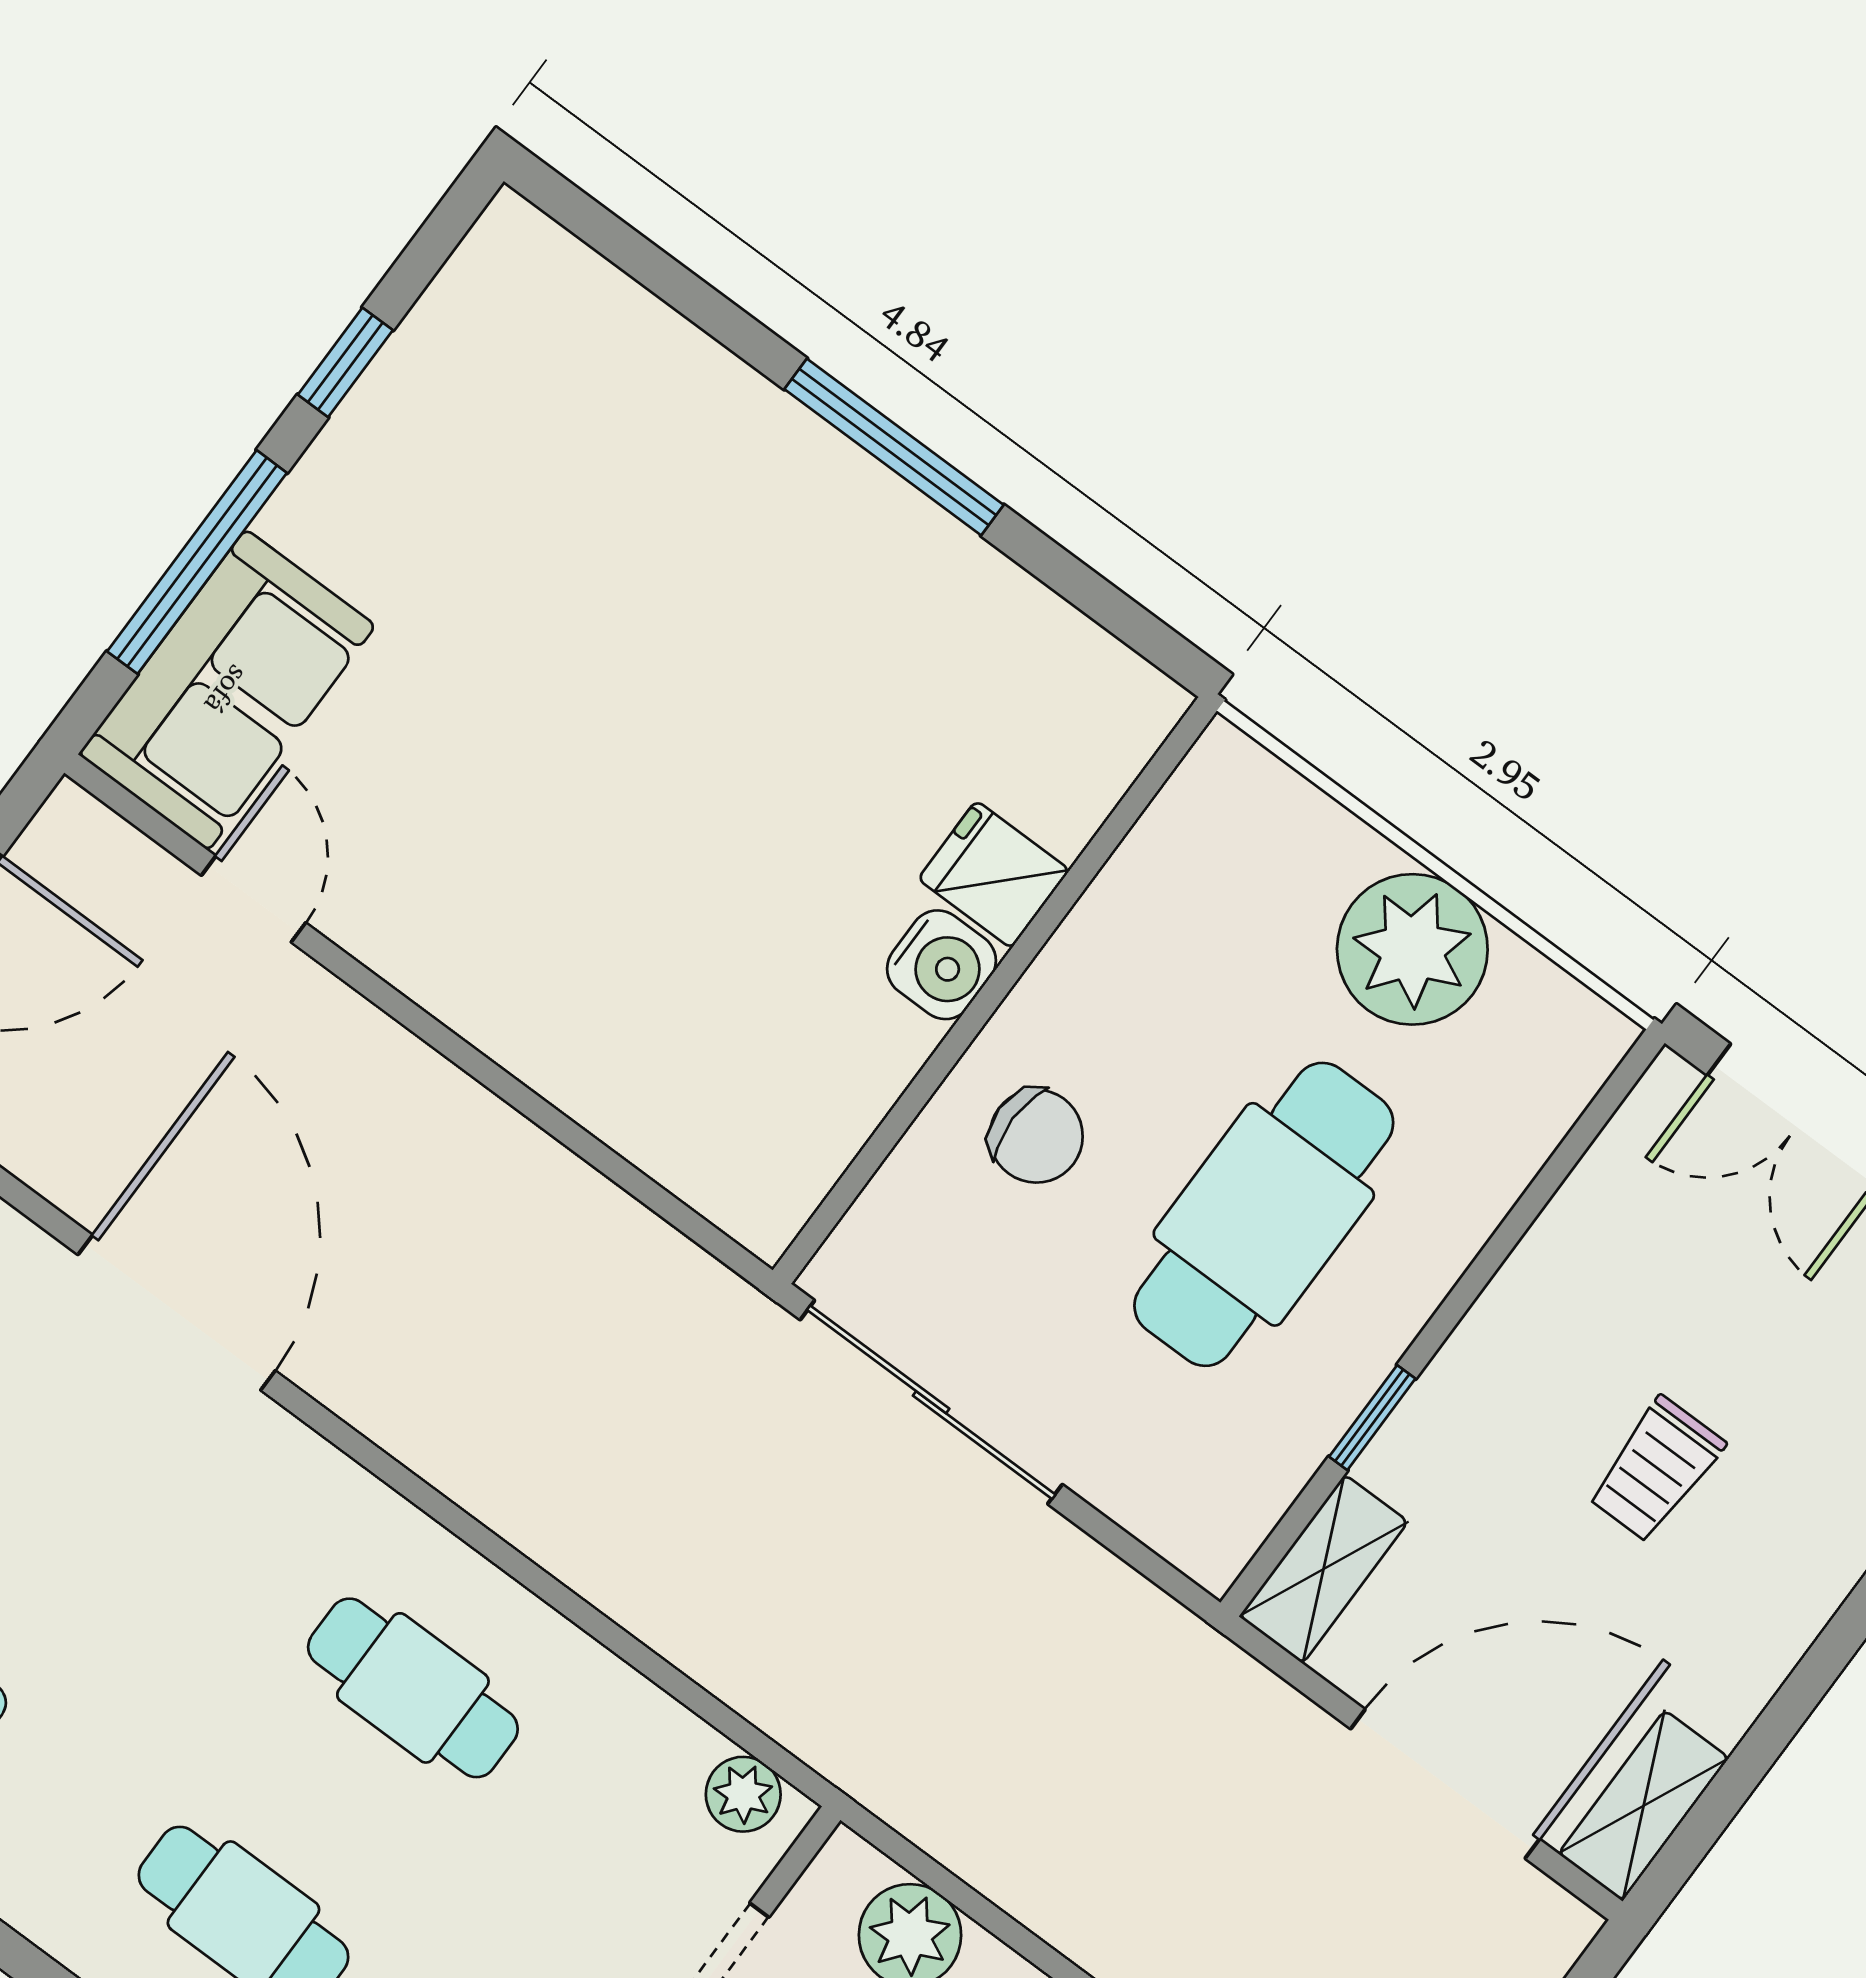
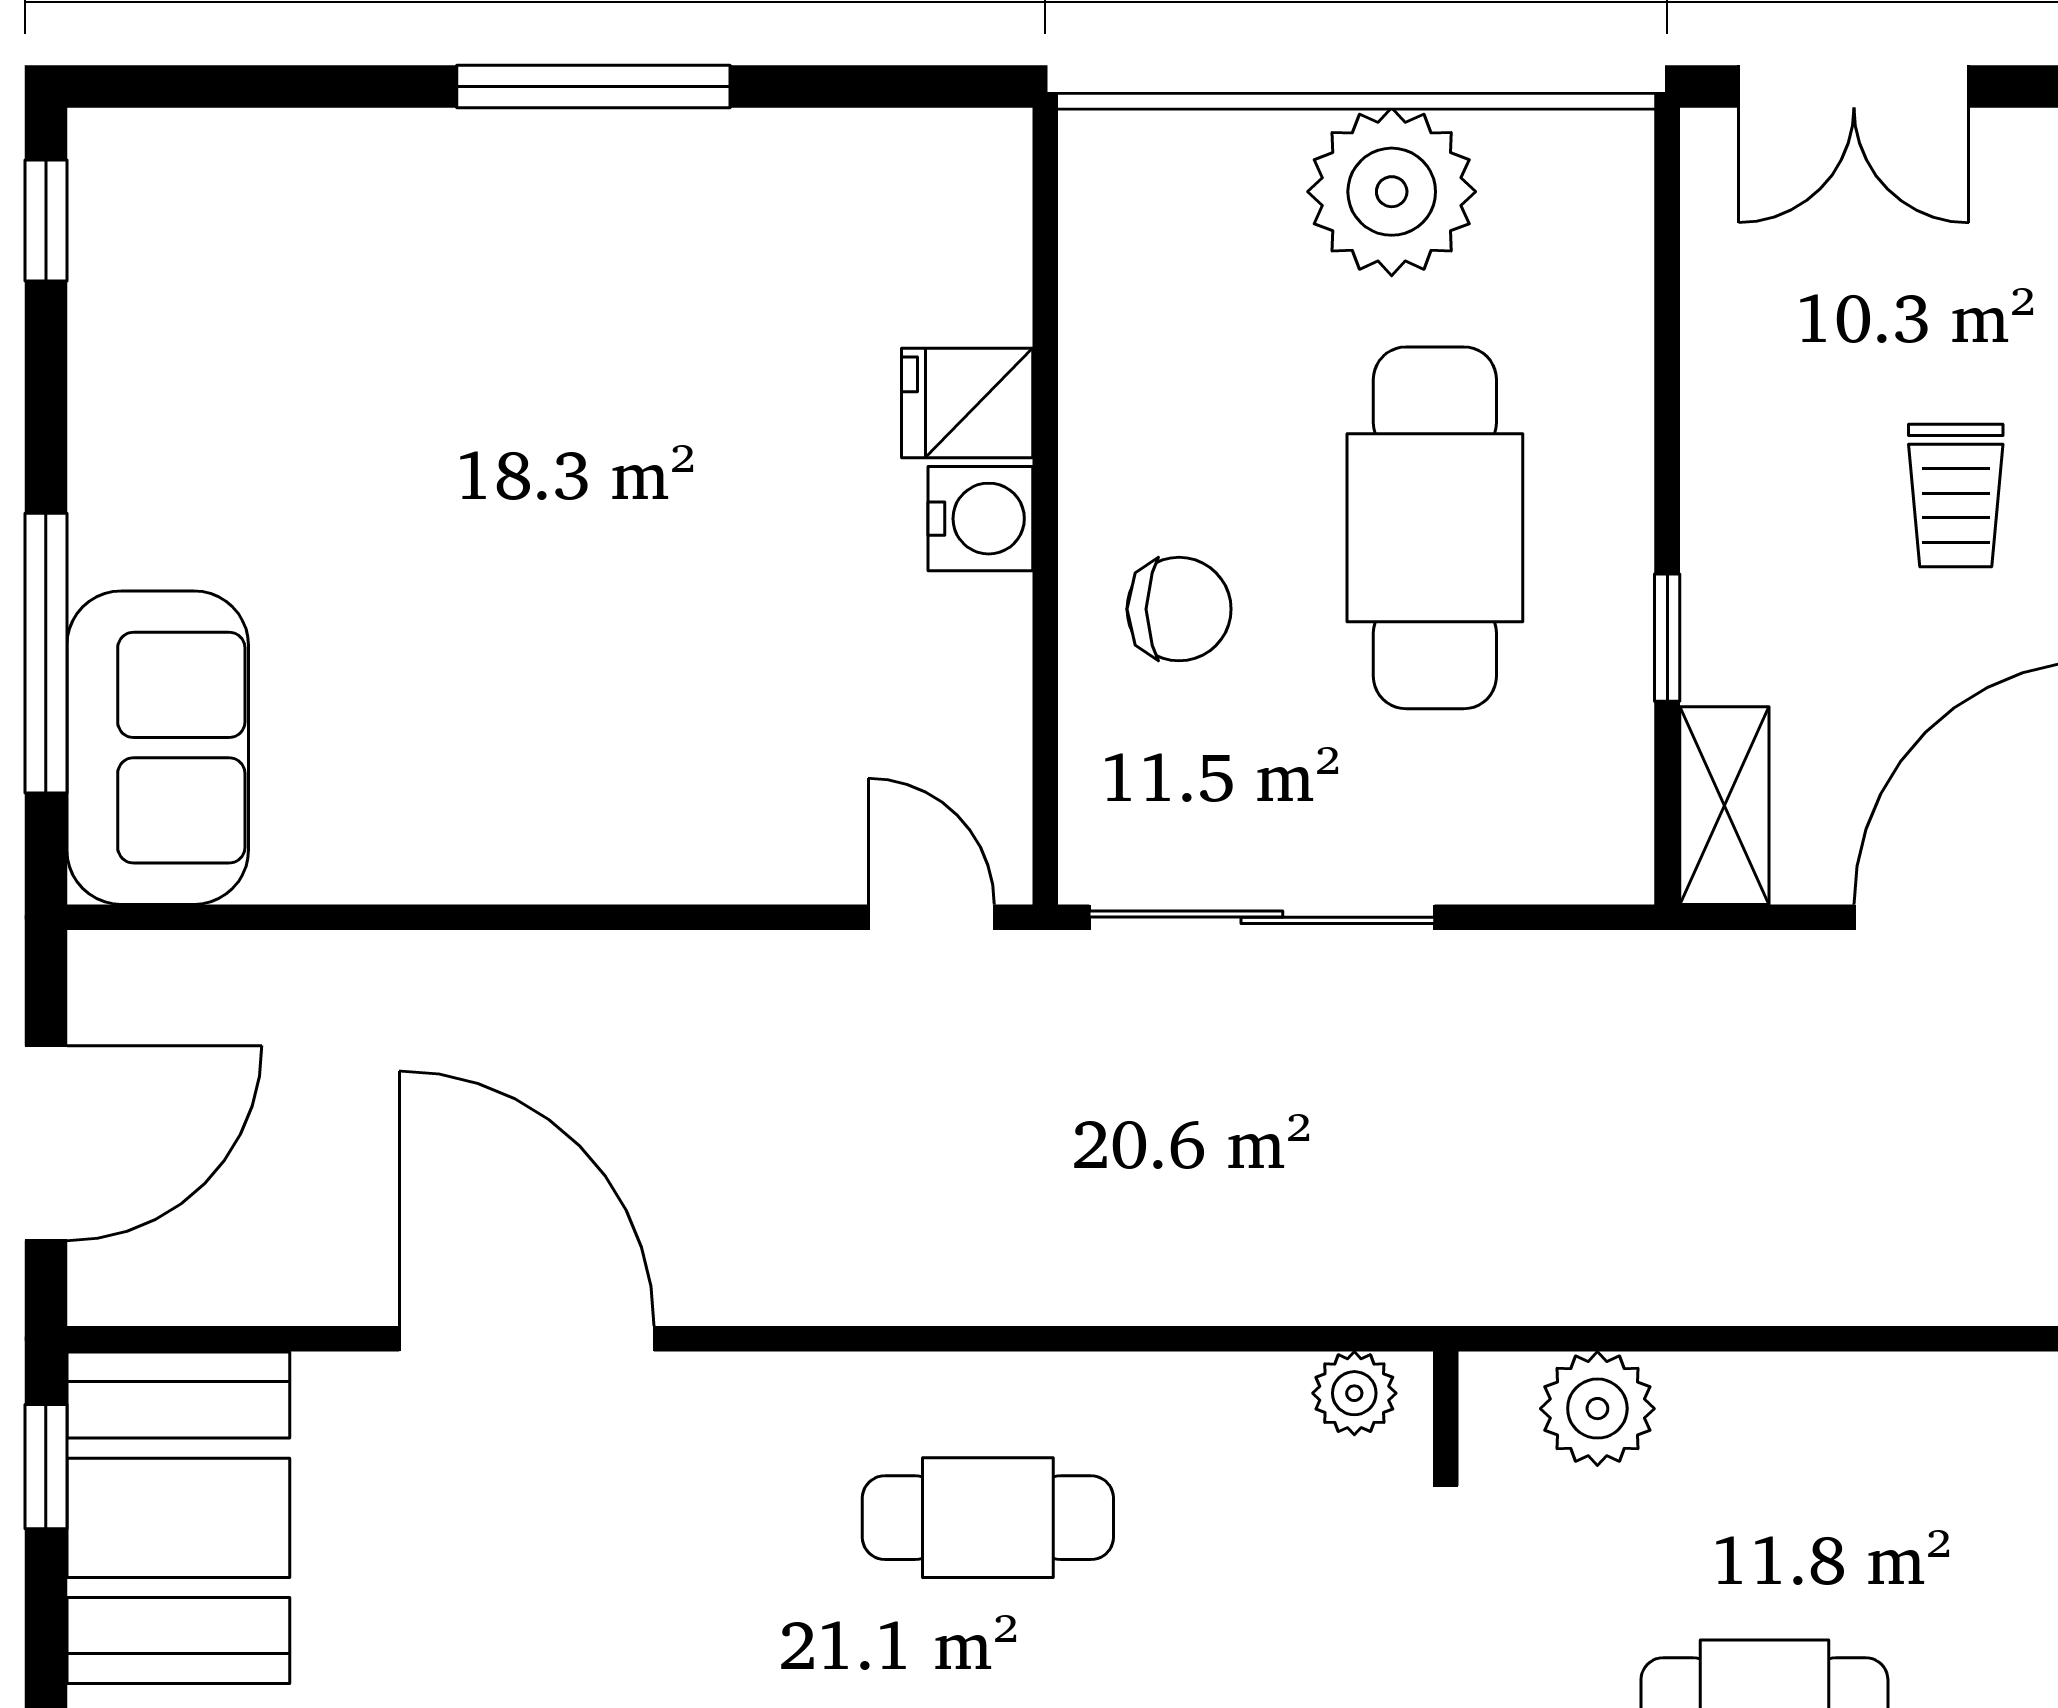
window: (345, 362) -> (46, 221), moved
door: (253, 899) -> (931, 917), moved

